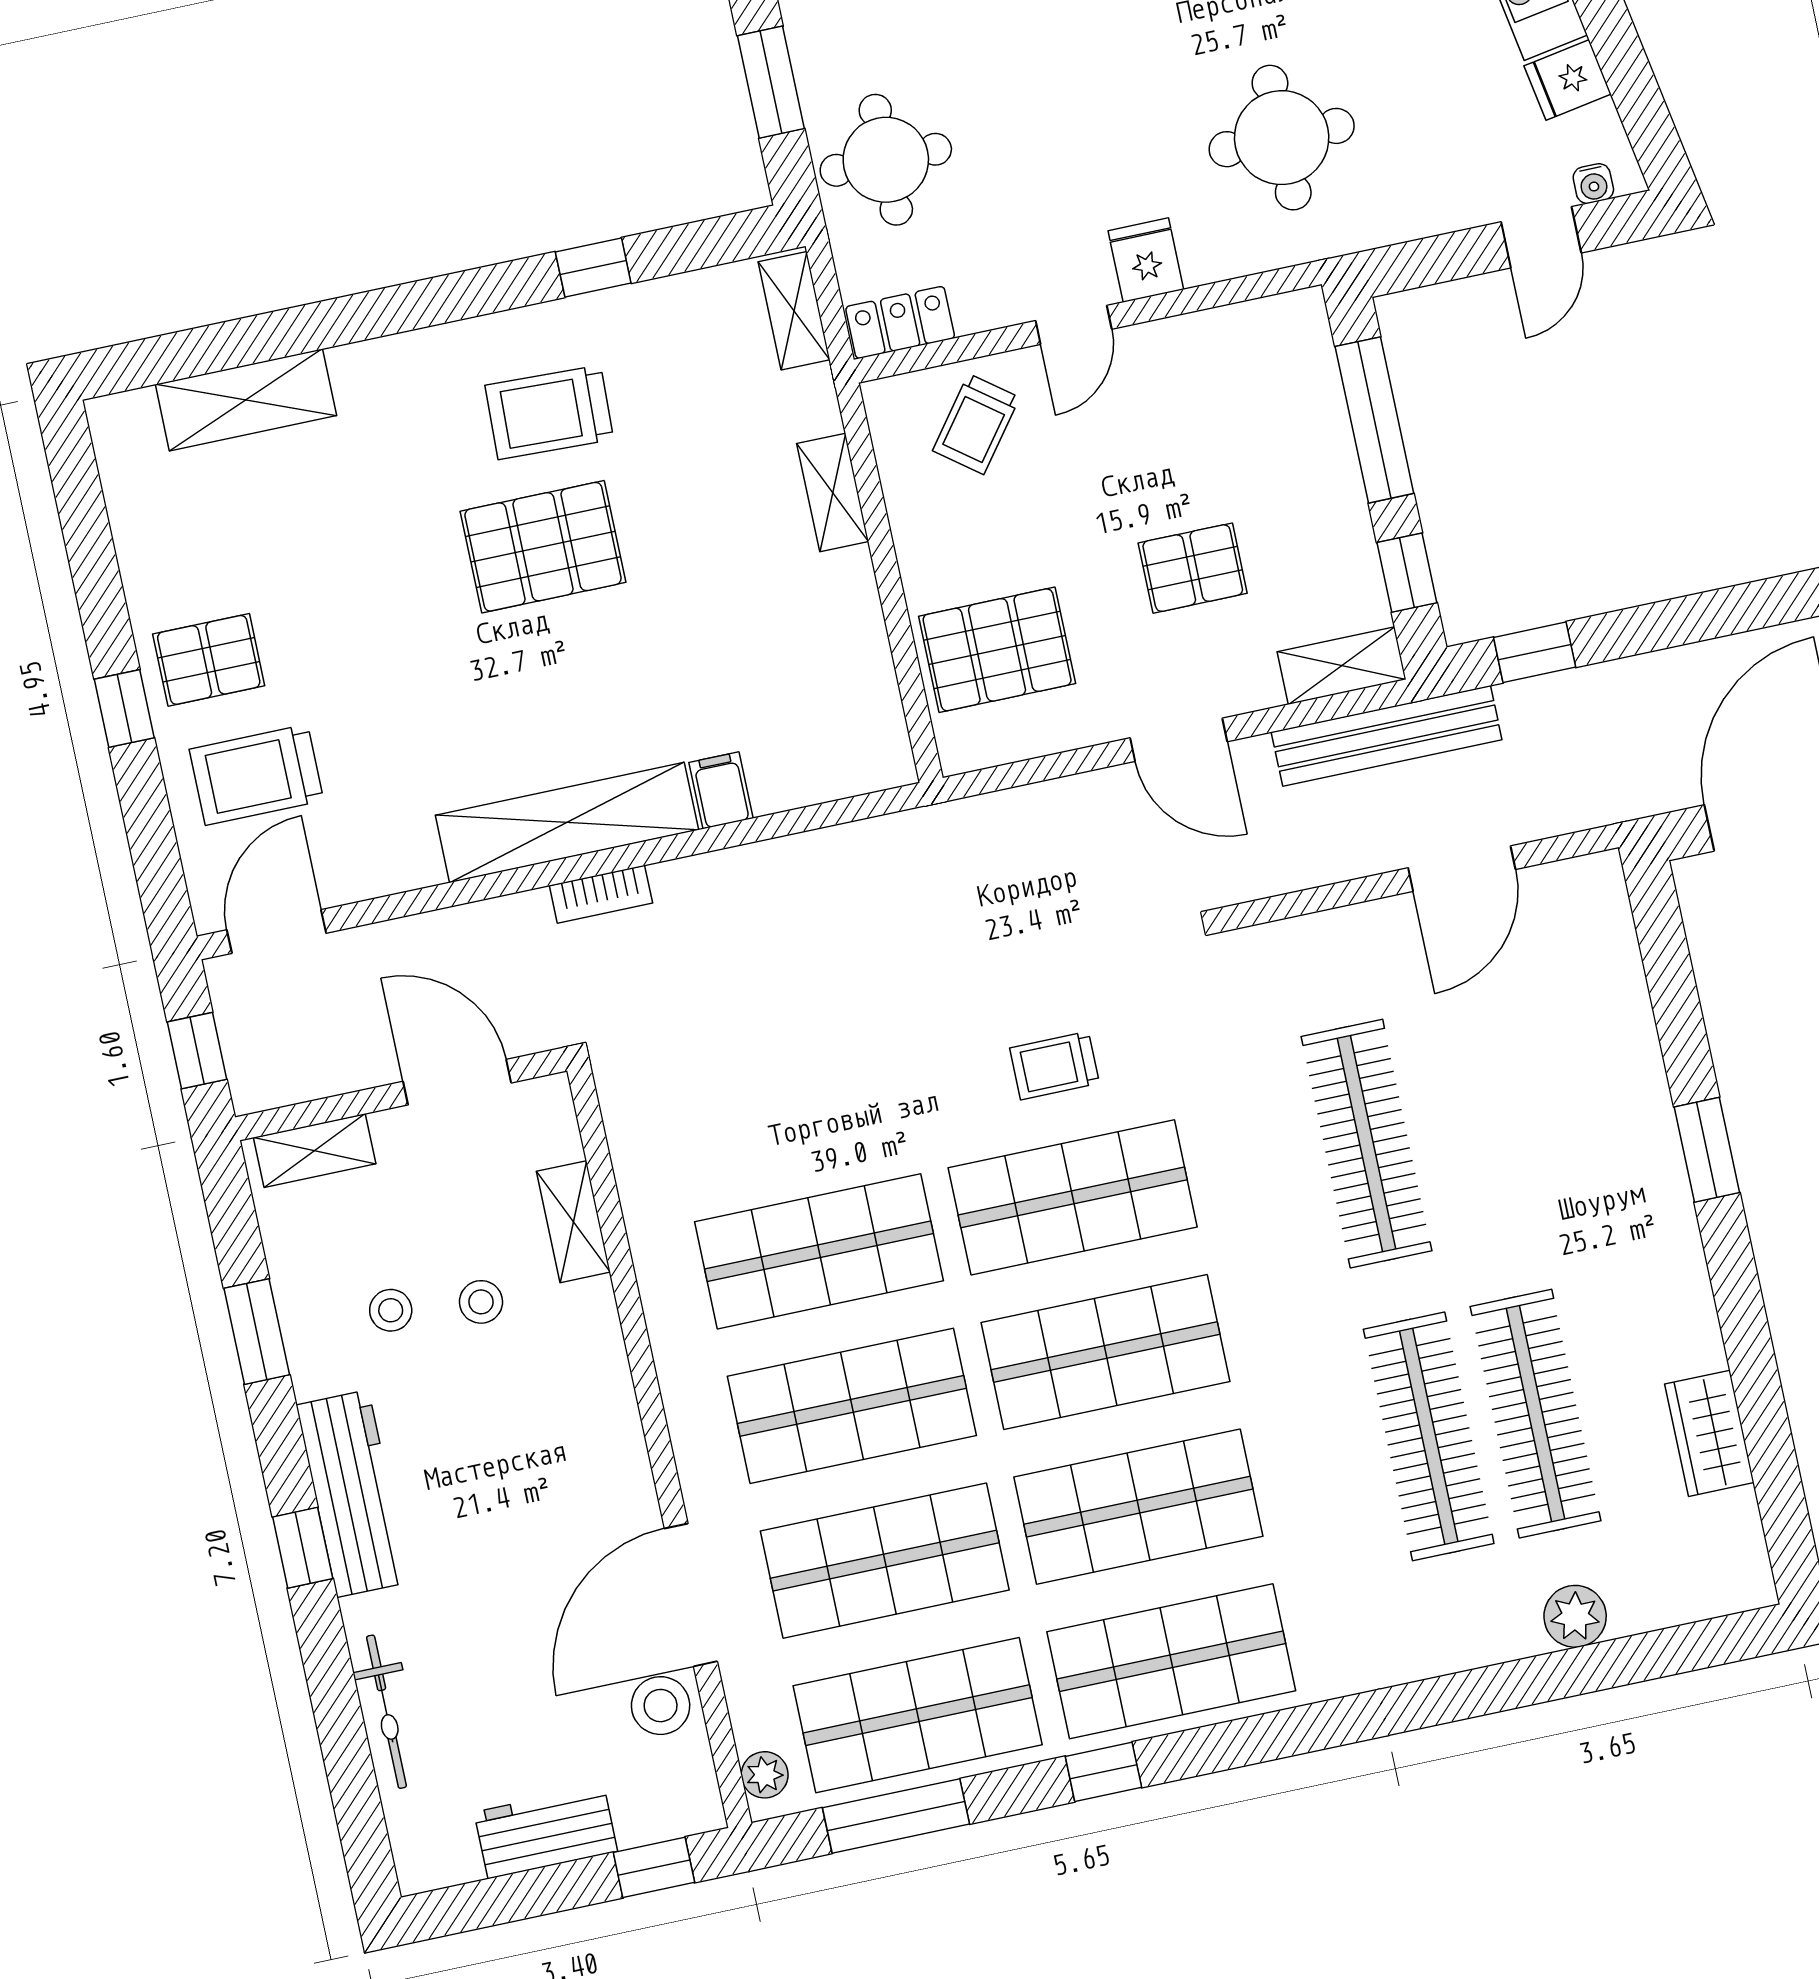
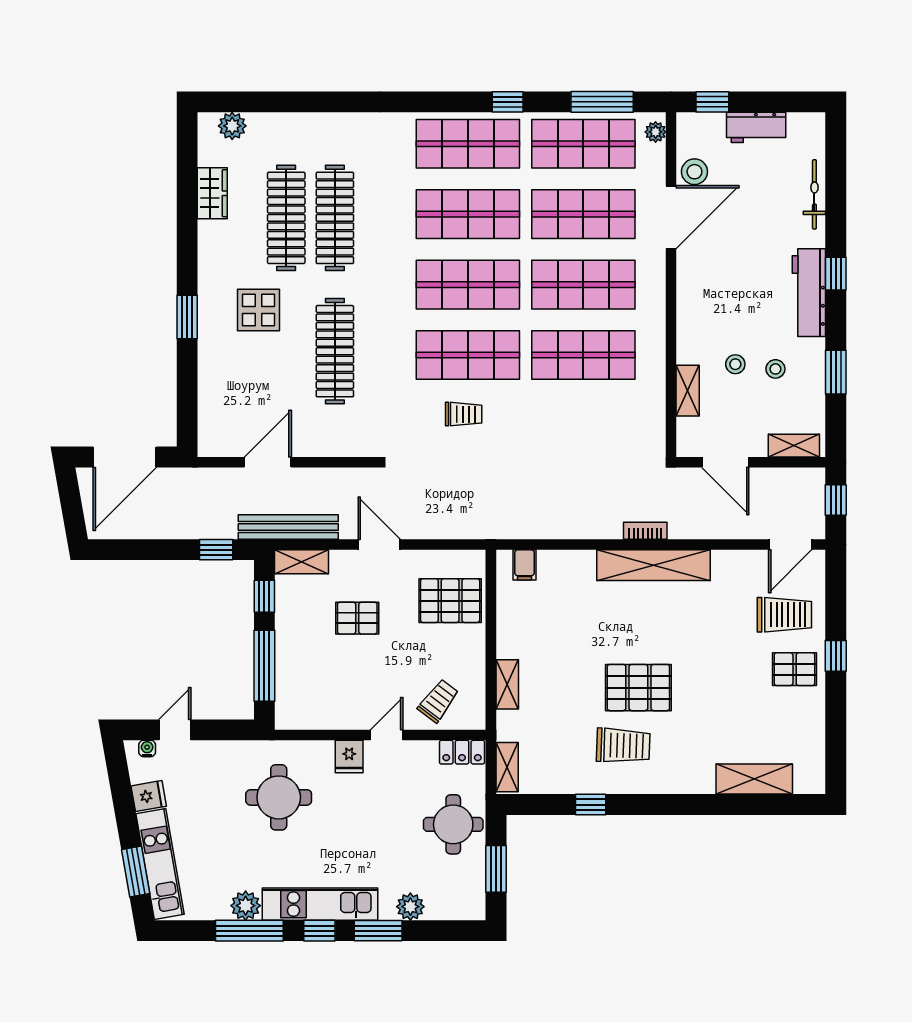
filing cabinet: (721, 790) -> (525, 565), moved
display table: (1553, 1199) -> (259, 310), added
plant: (1575, 1616) -> (232, 126), moved

